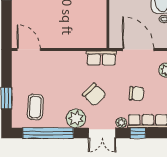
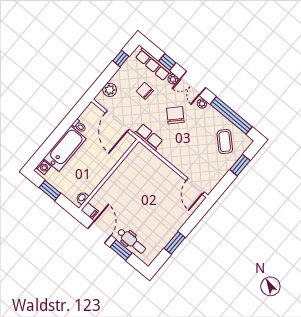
coffee table: (35, 107) -> (225, 142), turned -50
plant: (76, 118) -> (202, 103), width x0.53, depth x0.53
double door: (102, 133) -> (193, 83), swing flipped

